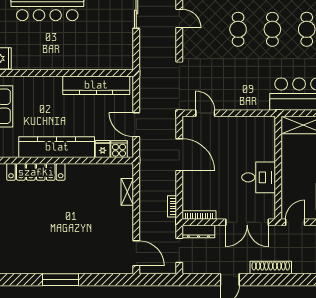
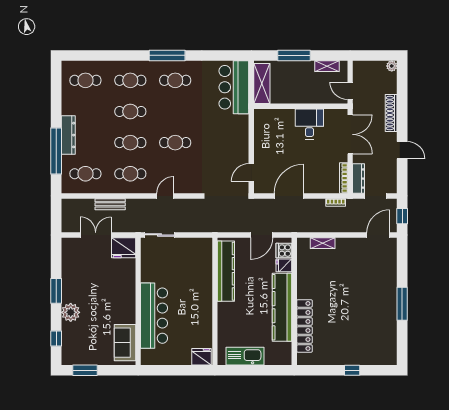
cafe table: (272, 29) -> (175, 111), removed
window: (157, 280) -> (402, 216), added

